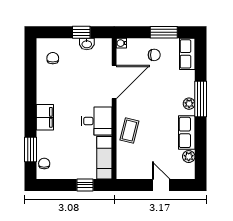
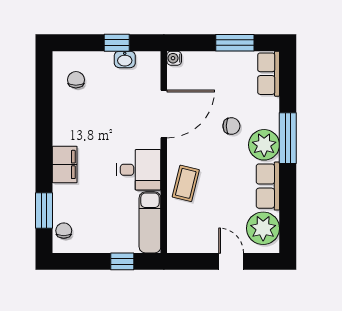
chair: (154, 55) -> (231, 126), moved
plant: (189, 104) -> (264, 145), width x1.88, depth x1.88
plant: (189, 157) -> (263, 228), width x1.87, depth x1.87

